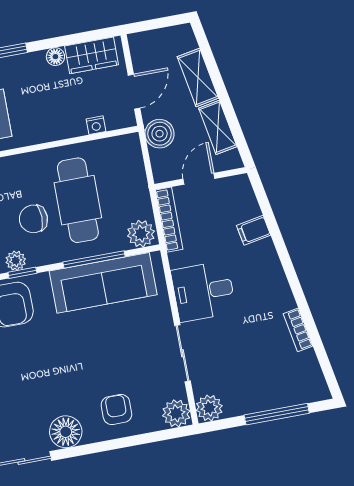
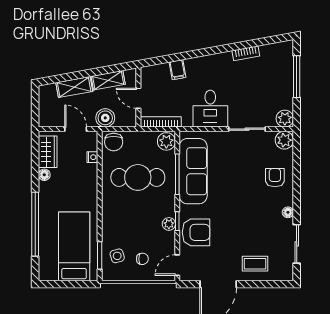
chair: (33, 219) -> (114, 142), moved
armchair: (116, 409) -> (275, 178), turned 90
floor lamp: (66, 432) -> (288, 212), width x0.53, depth x0.53

